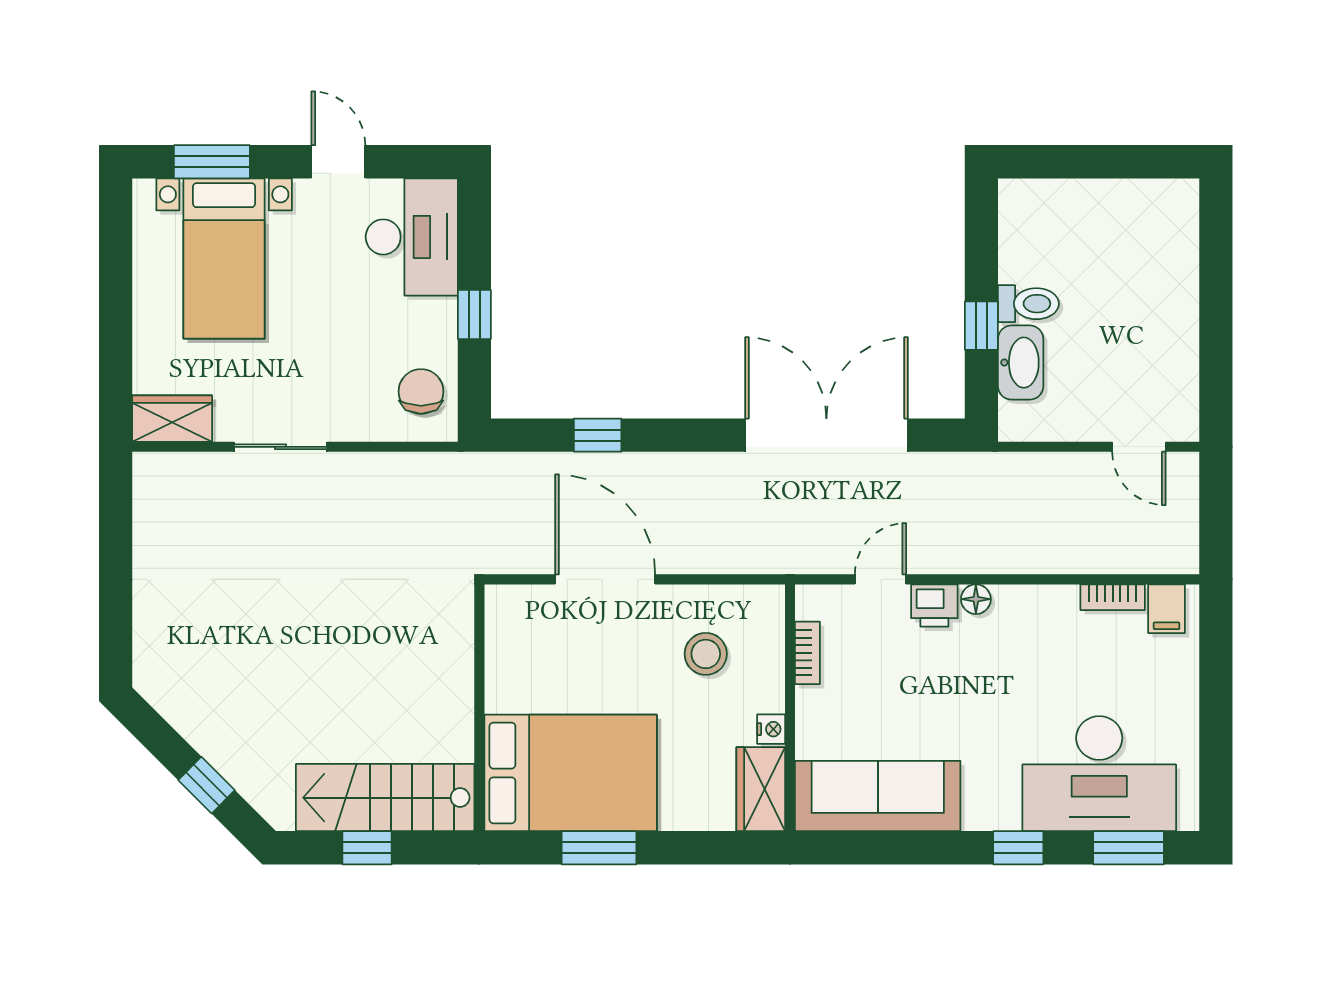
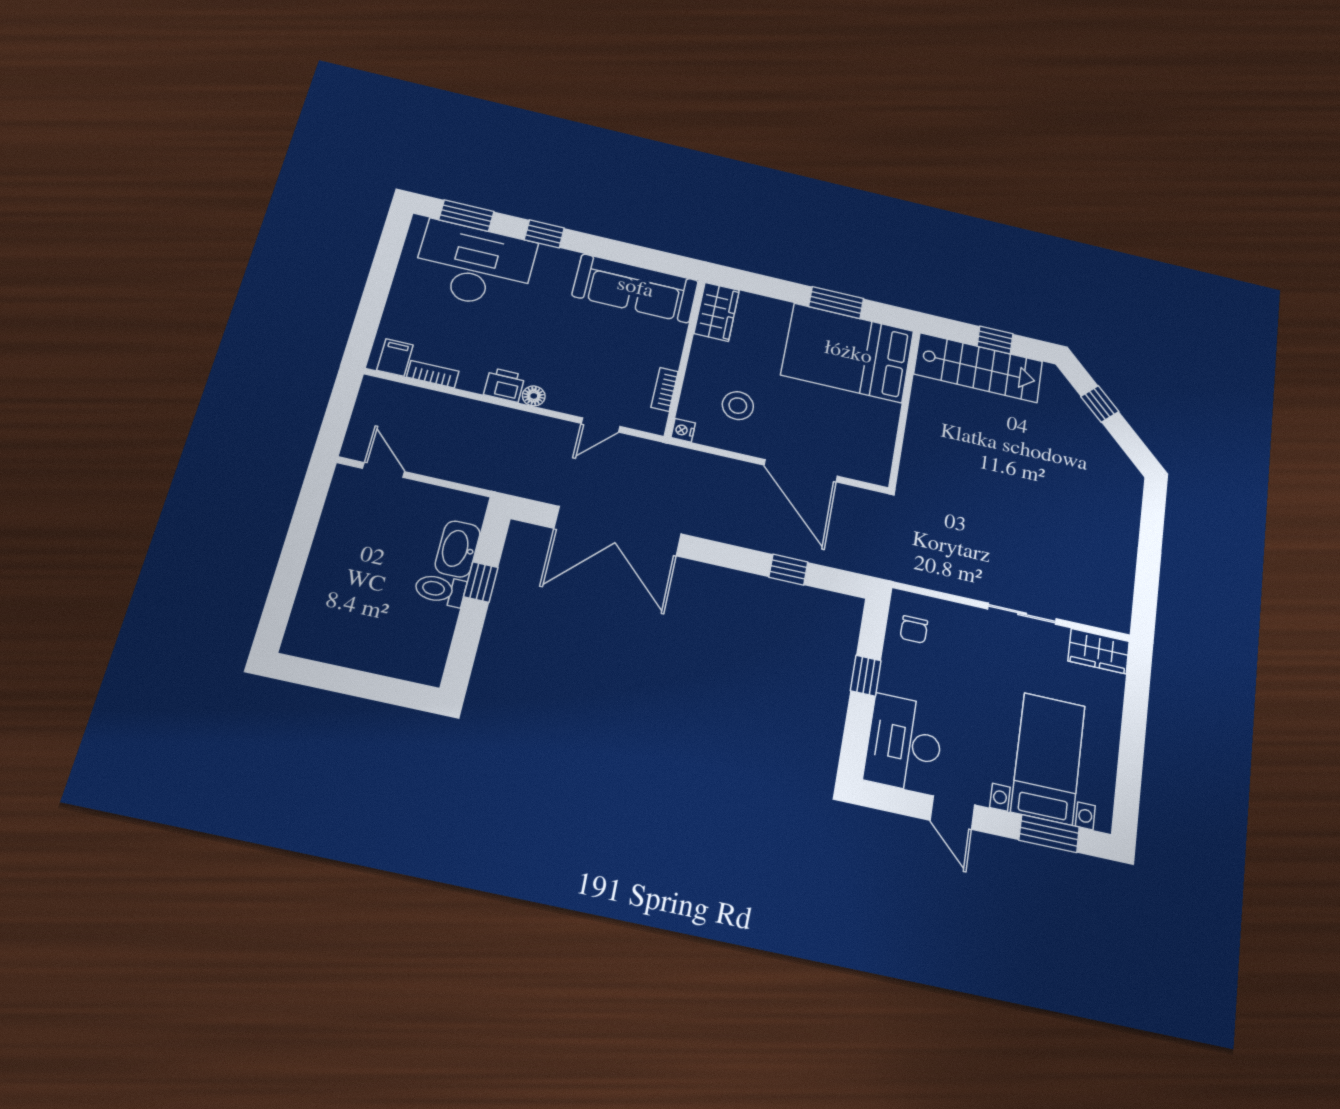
chair: (421, 391) -> (914, 629), width x0.73, depth x0.73
printer: (934, 605) -> (504, 385), moved
nightstand: (771, 729) -> (683, 430), moved

